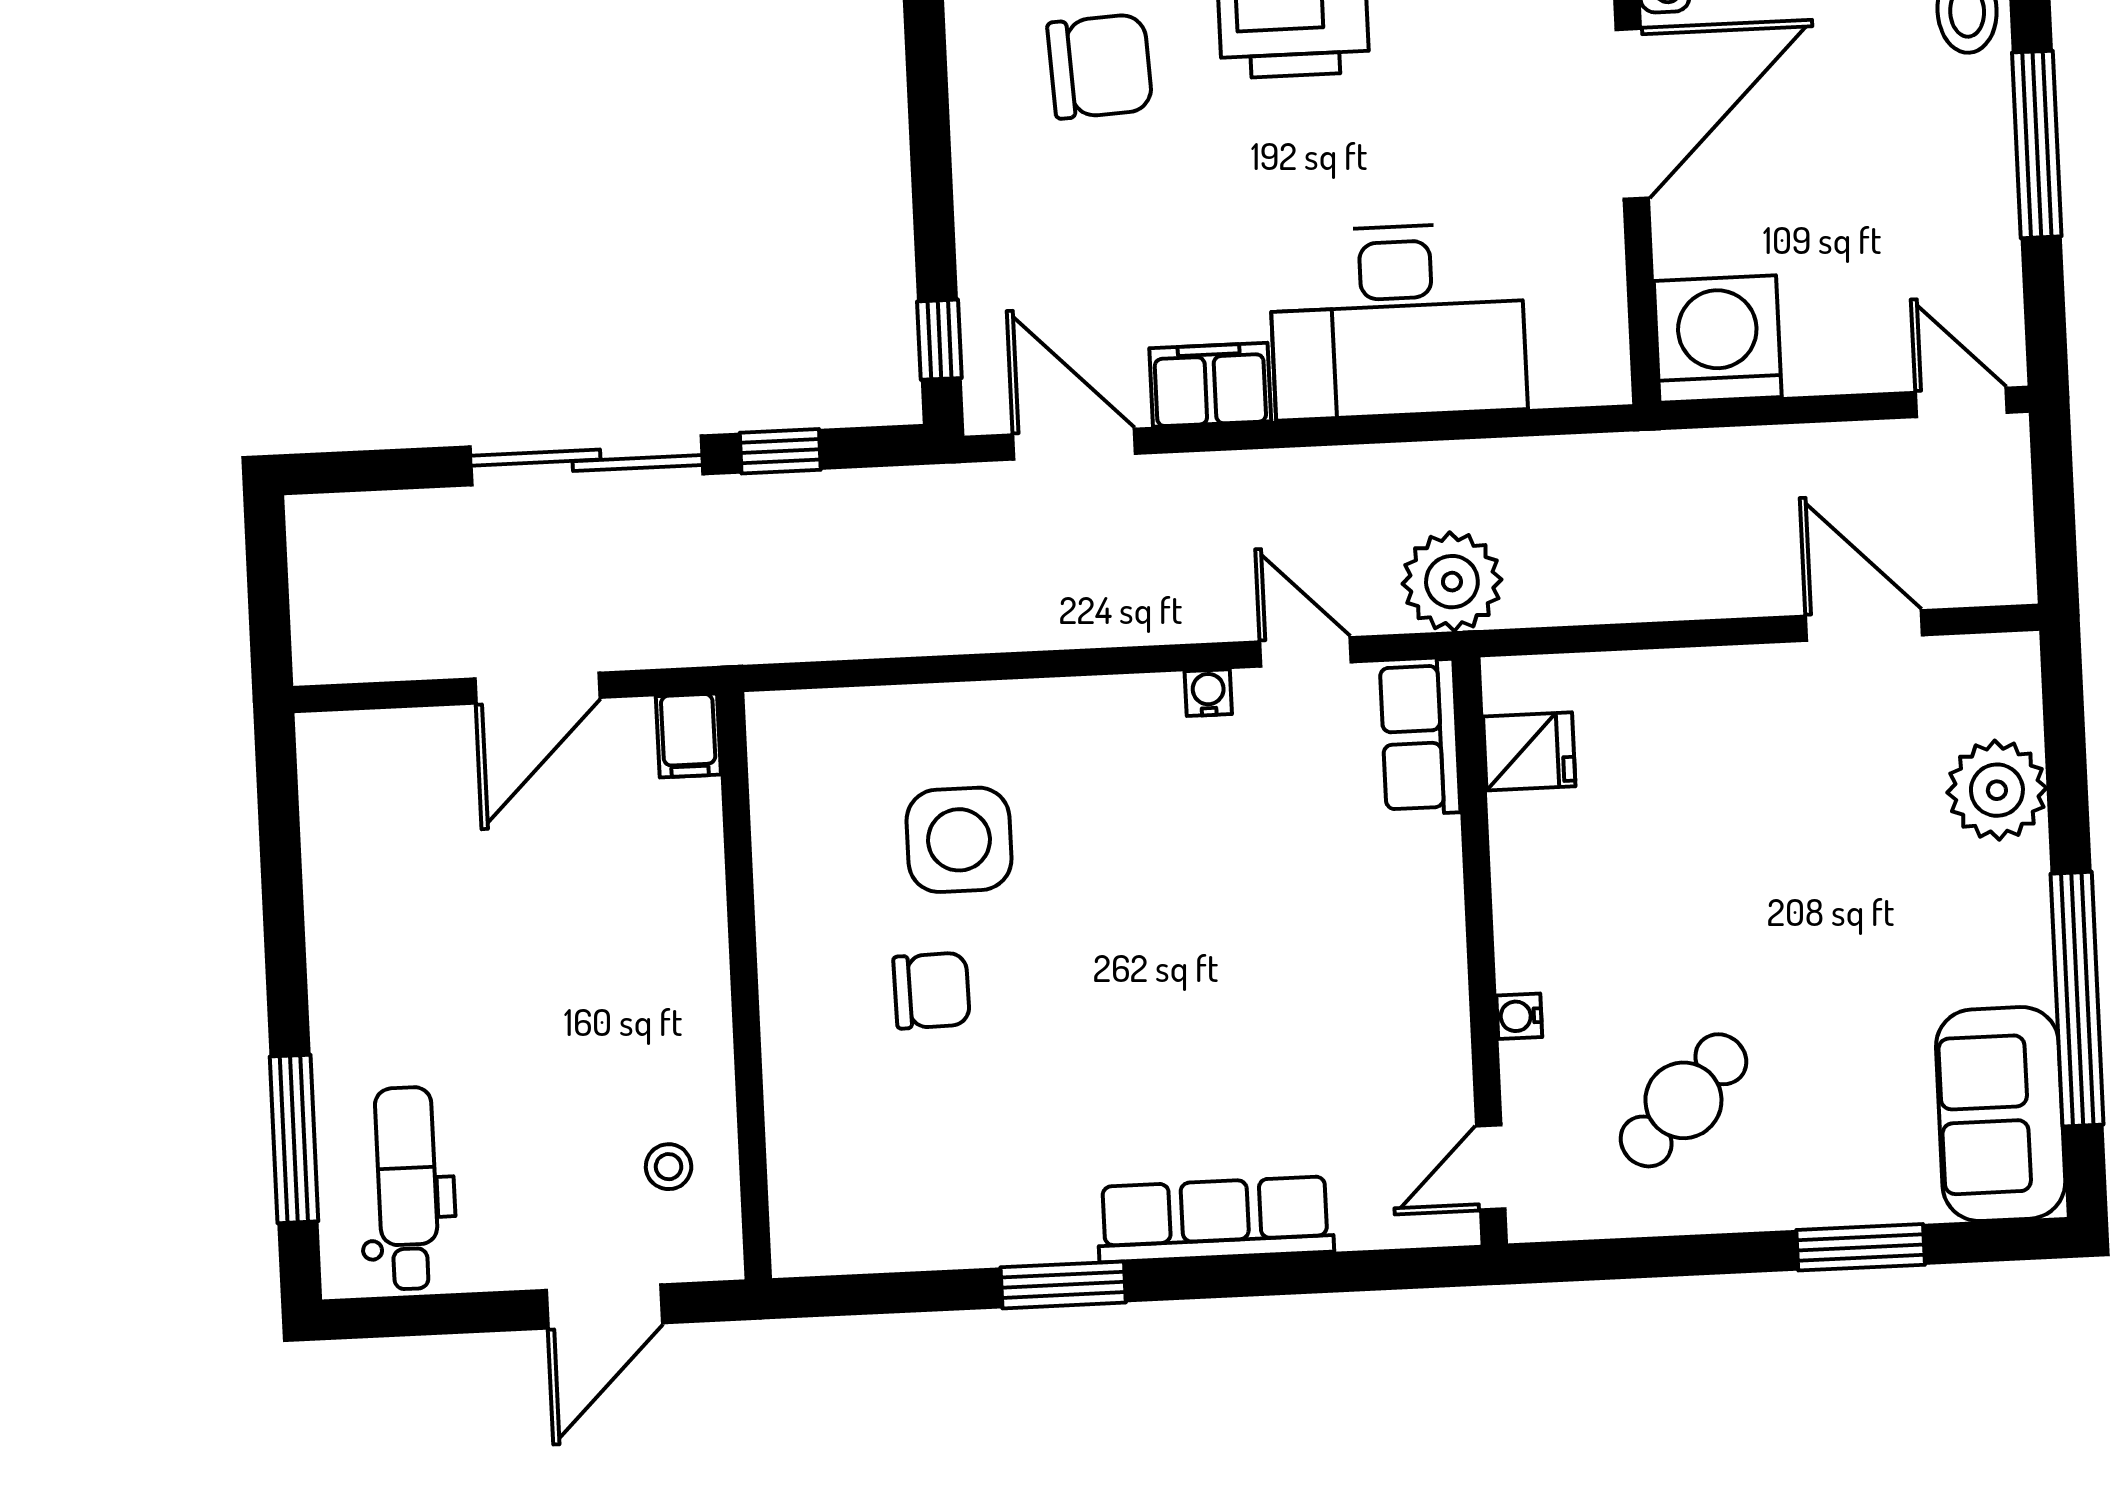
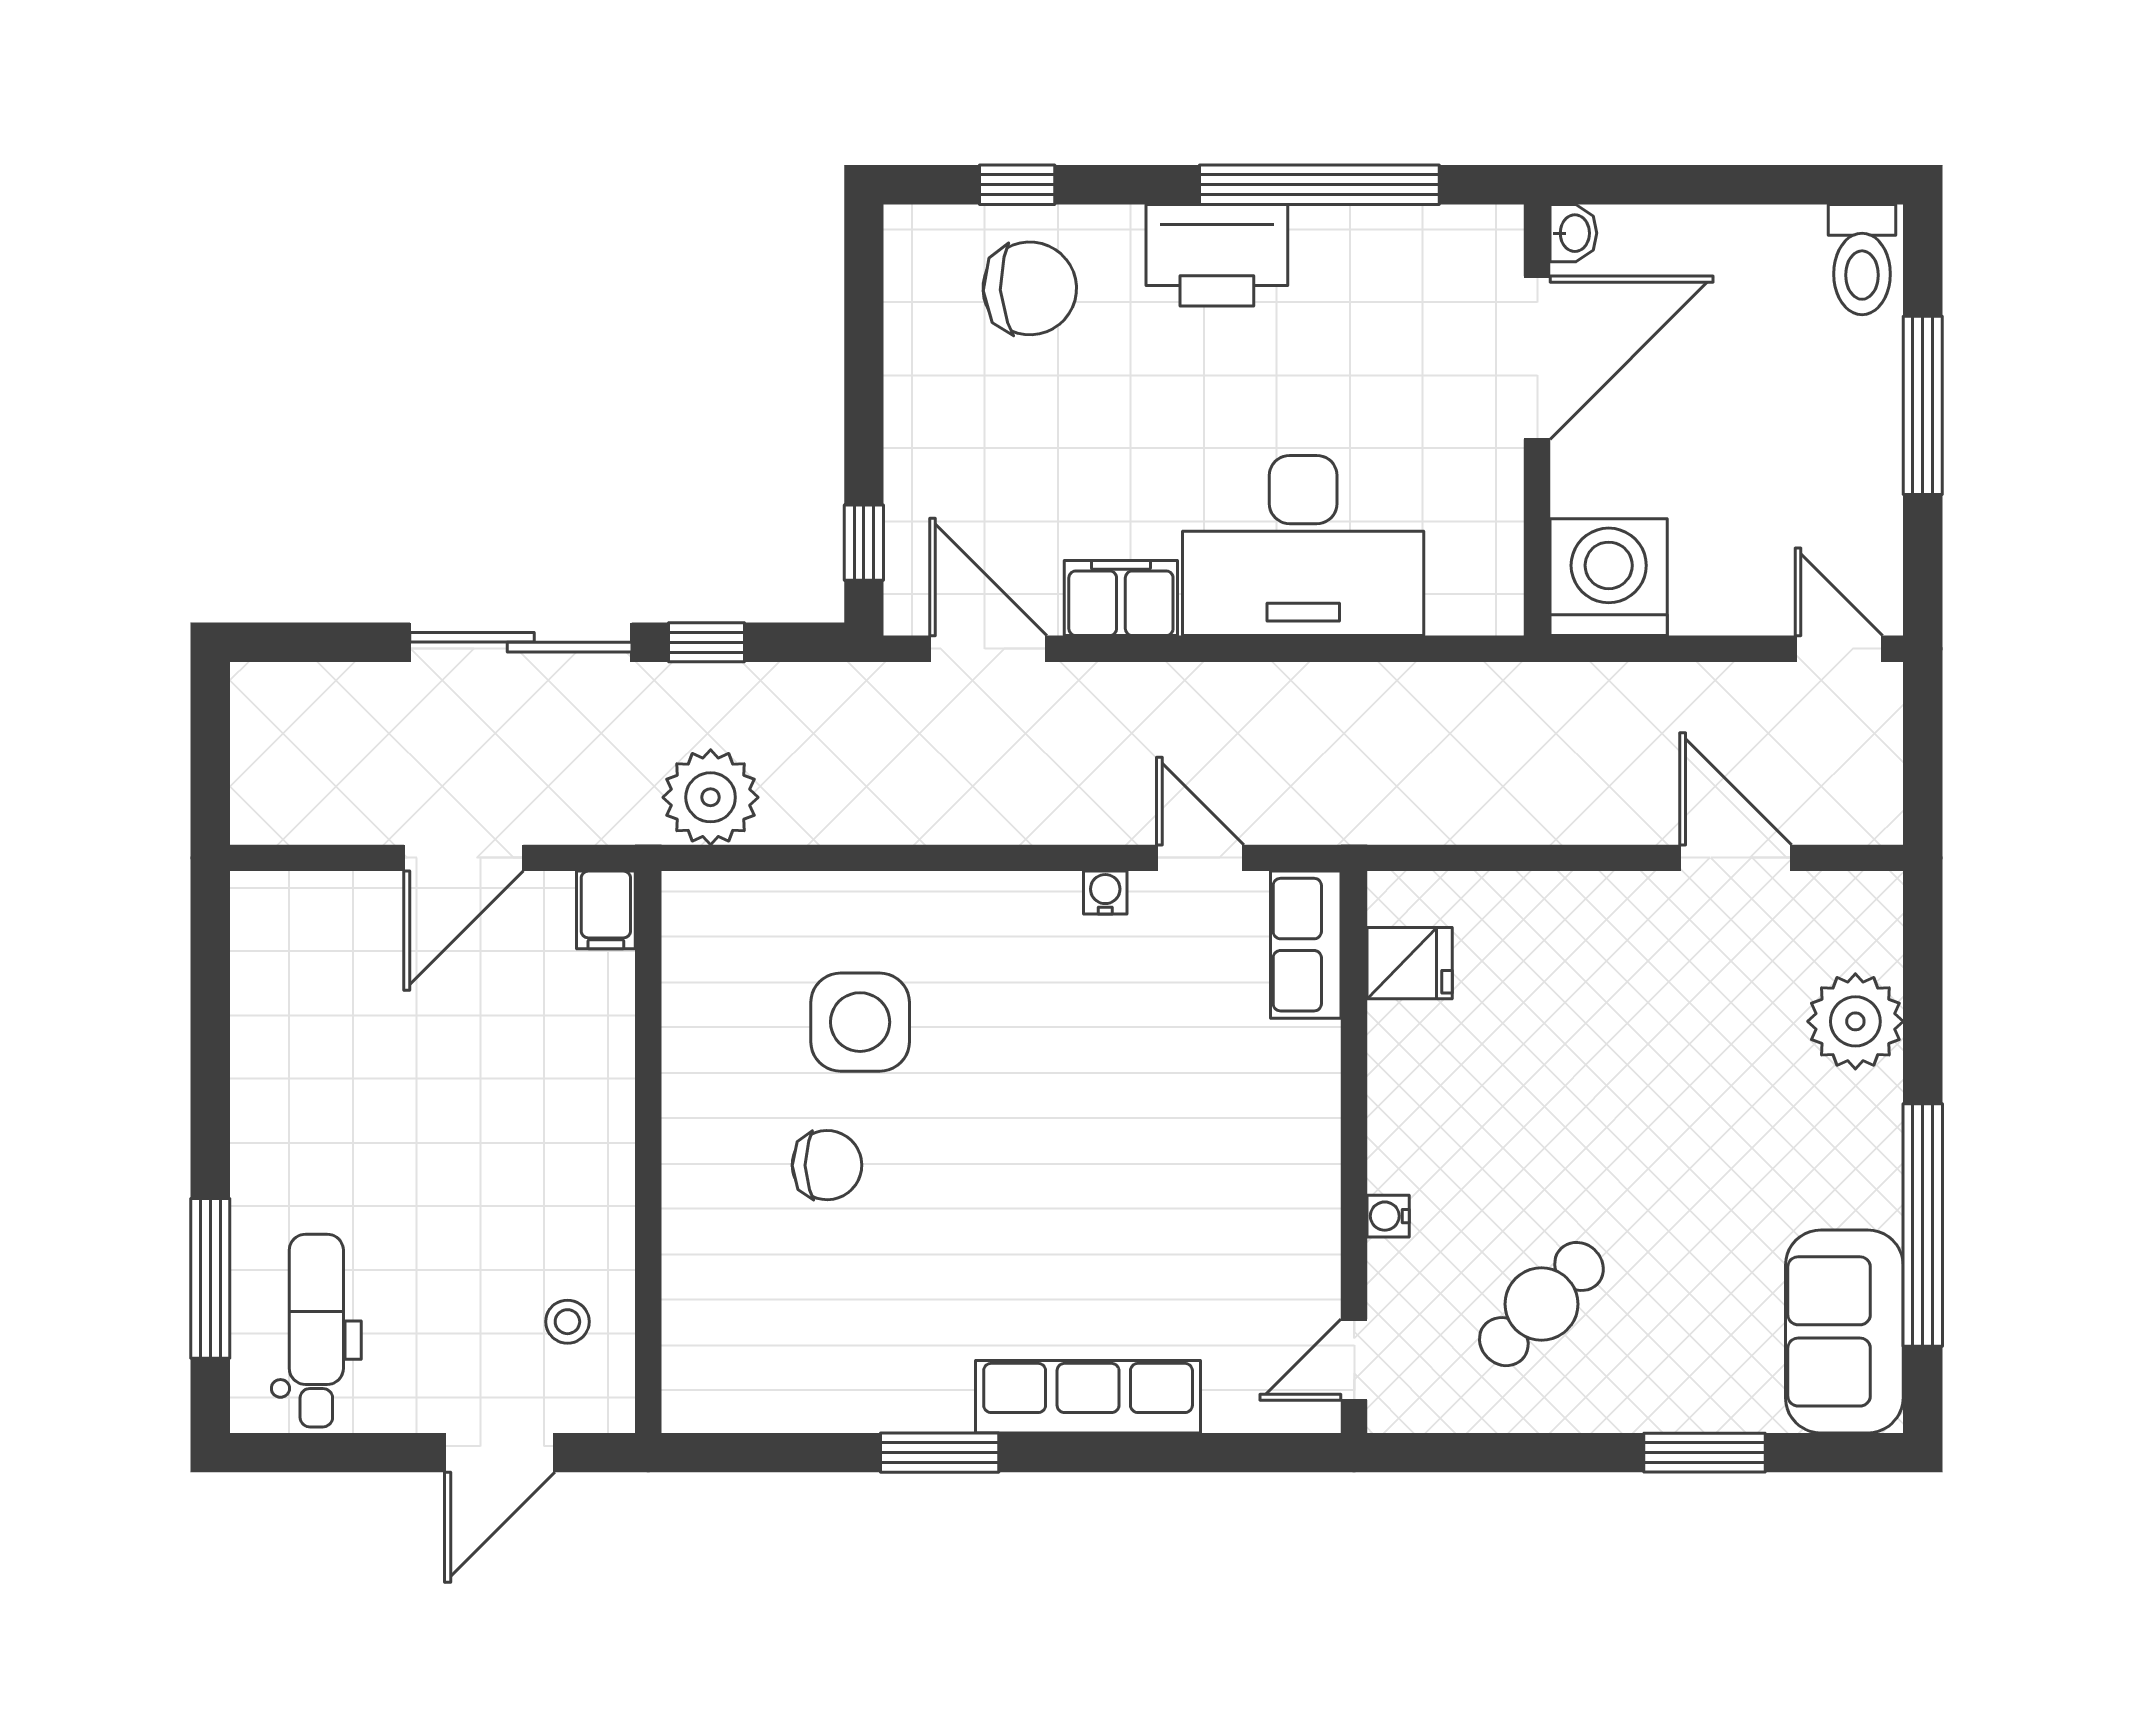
plant: (1452, 582) -> (711, 797), moved

